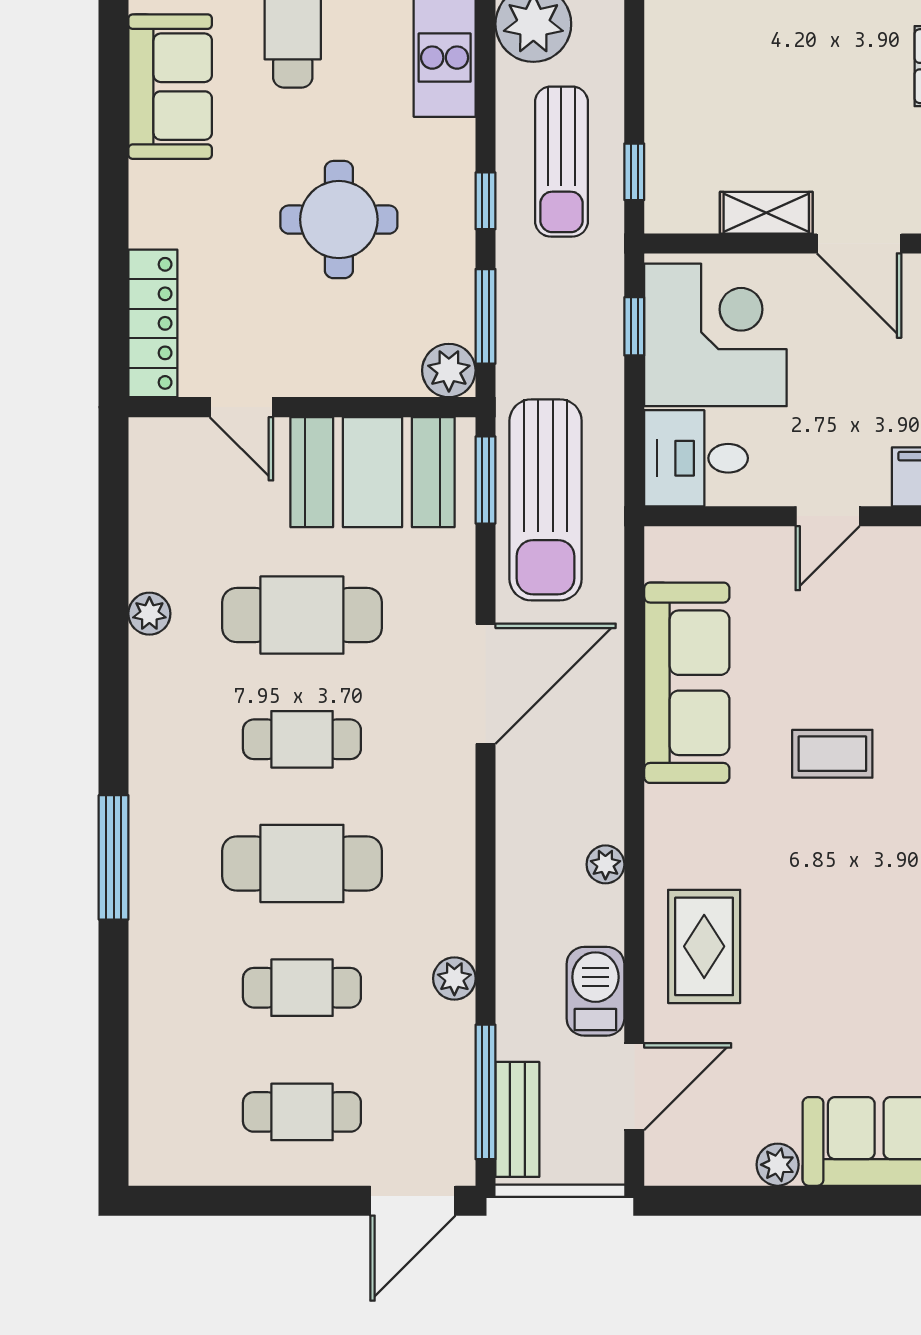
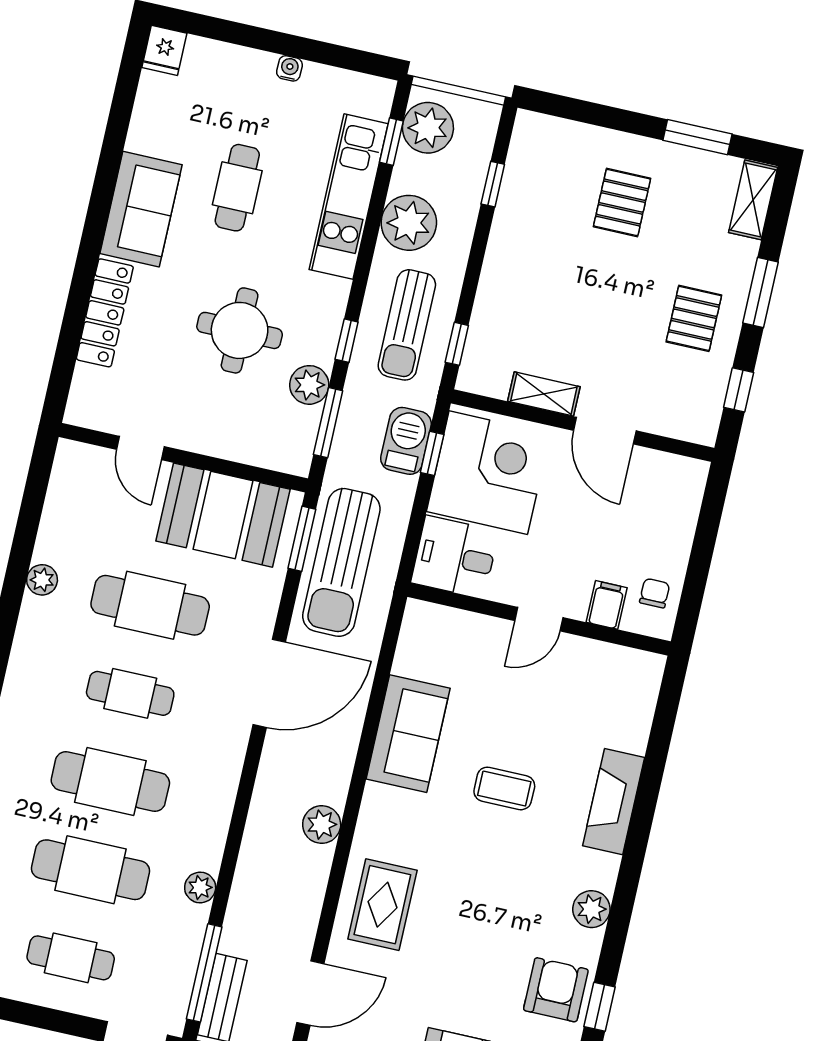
locker: (153, 323) -> (105, 313), moved
plant: (449, 370) -> (309, 385), moved
sofa: (687, 683) -> (408, 734), width x0.73
plant: (605, 864) -> (322, 825), width x1.38, depth x1.38
cafe table: (302, 988) -> (90, 870), width x1.37, depth x1.35
barbecue: (595, 991) -> (406, 441), moved

